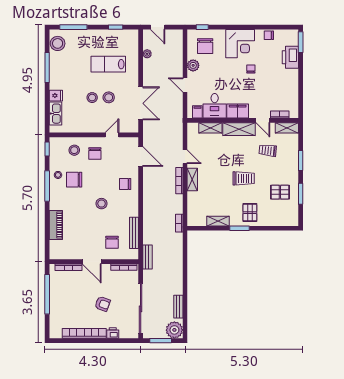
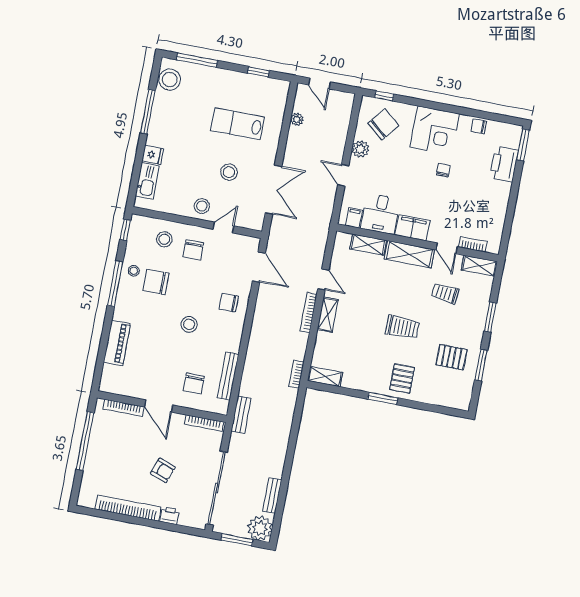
chair: (205, 46) -> (383, 124), turned -141
stool: (92, 98) -> (202, 206), moved
shelving: (218, 221) -> (325, 377), moved

